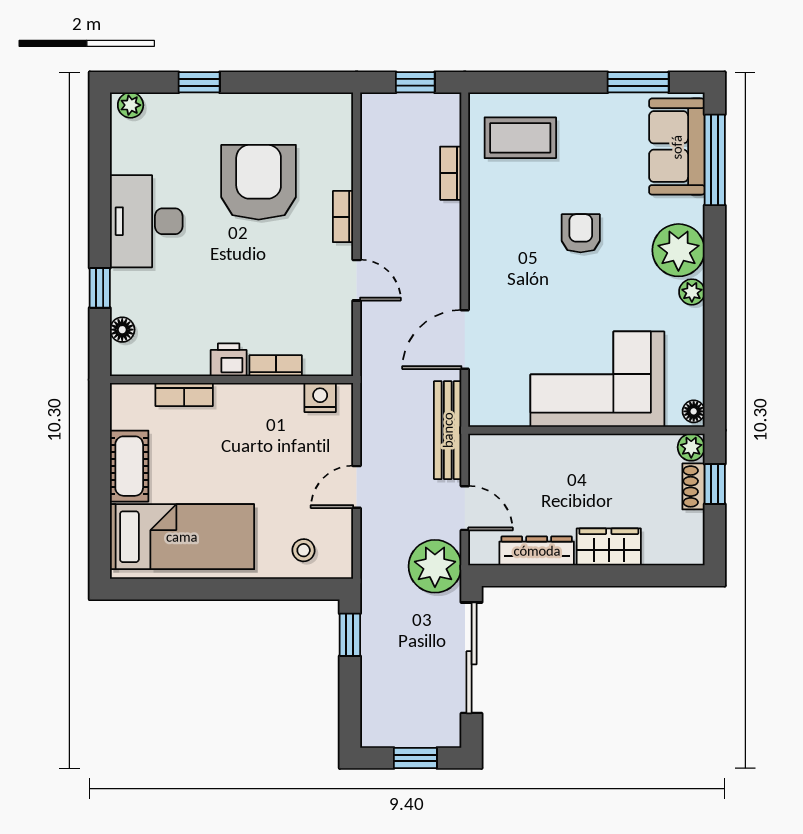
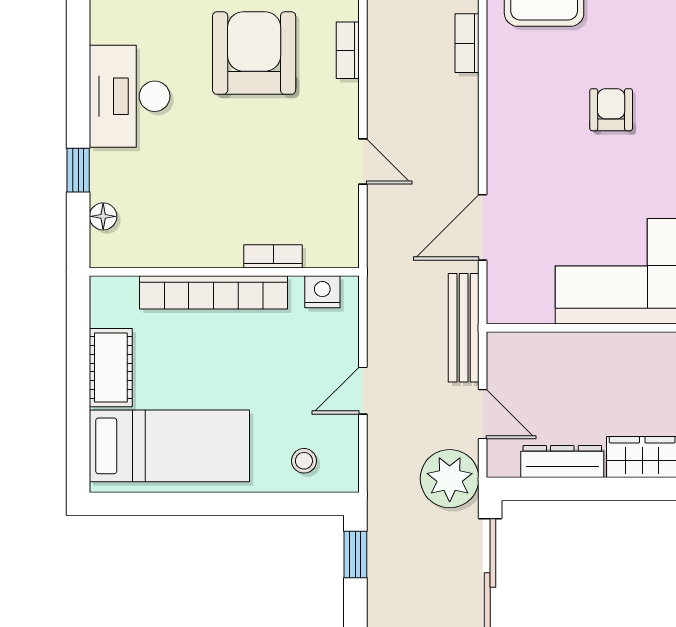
bookcase: (343, 217) -> (348, 50), moved
printer: (229, 360) -> (221, 250), removed
bookcase: (184, 395) -> (214, 292), width x2.31, depth x1.31

